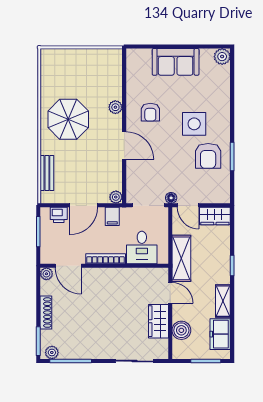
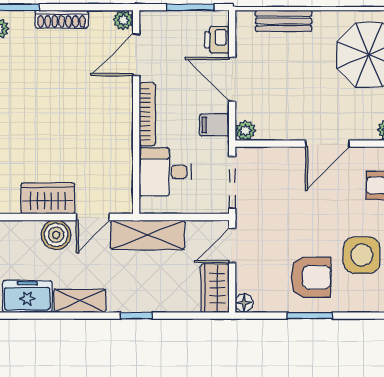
armchair: (208, 156) -> (311, 277), turned 180
floor lamp: (171, 198) -> (244, 303), moved
boiler: (181, 330) -> (56, 235), moved

